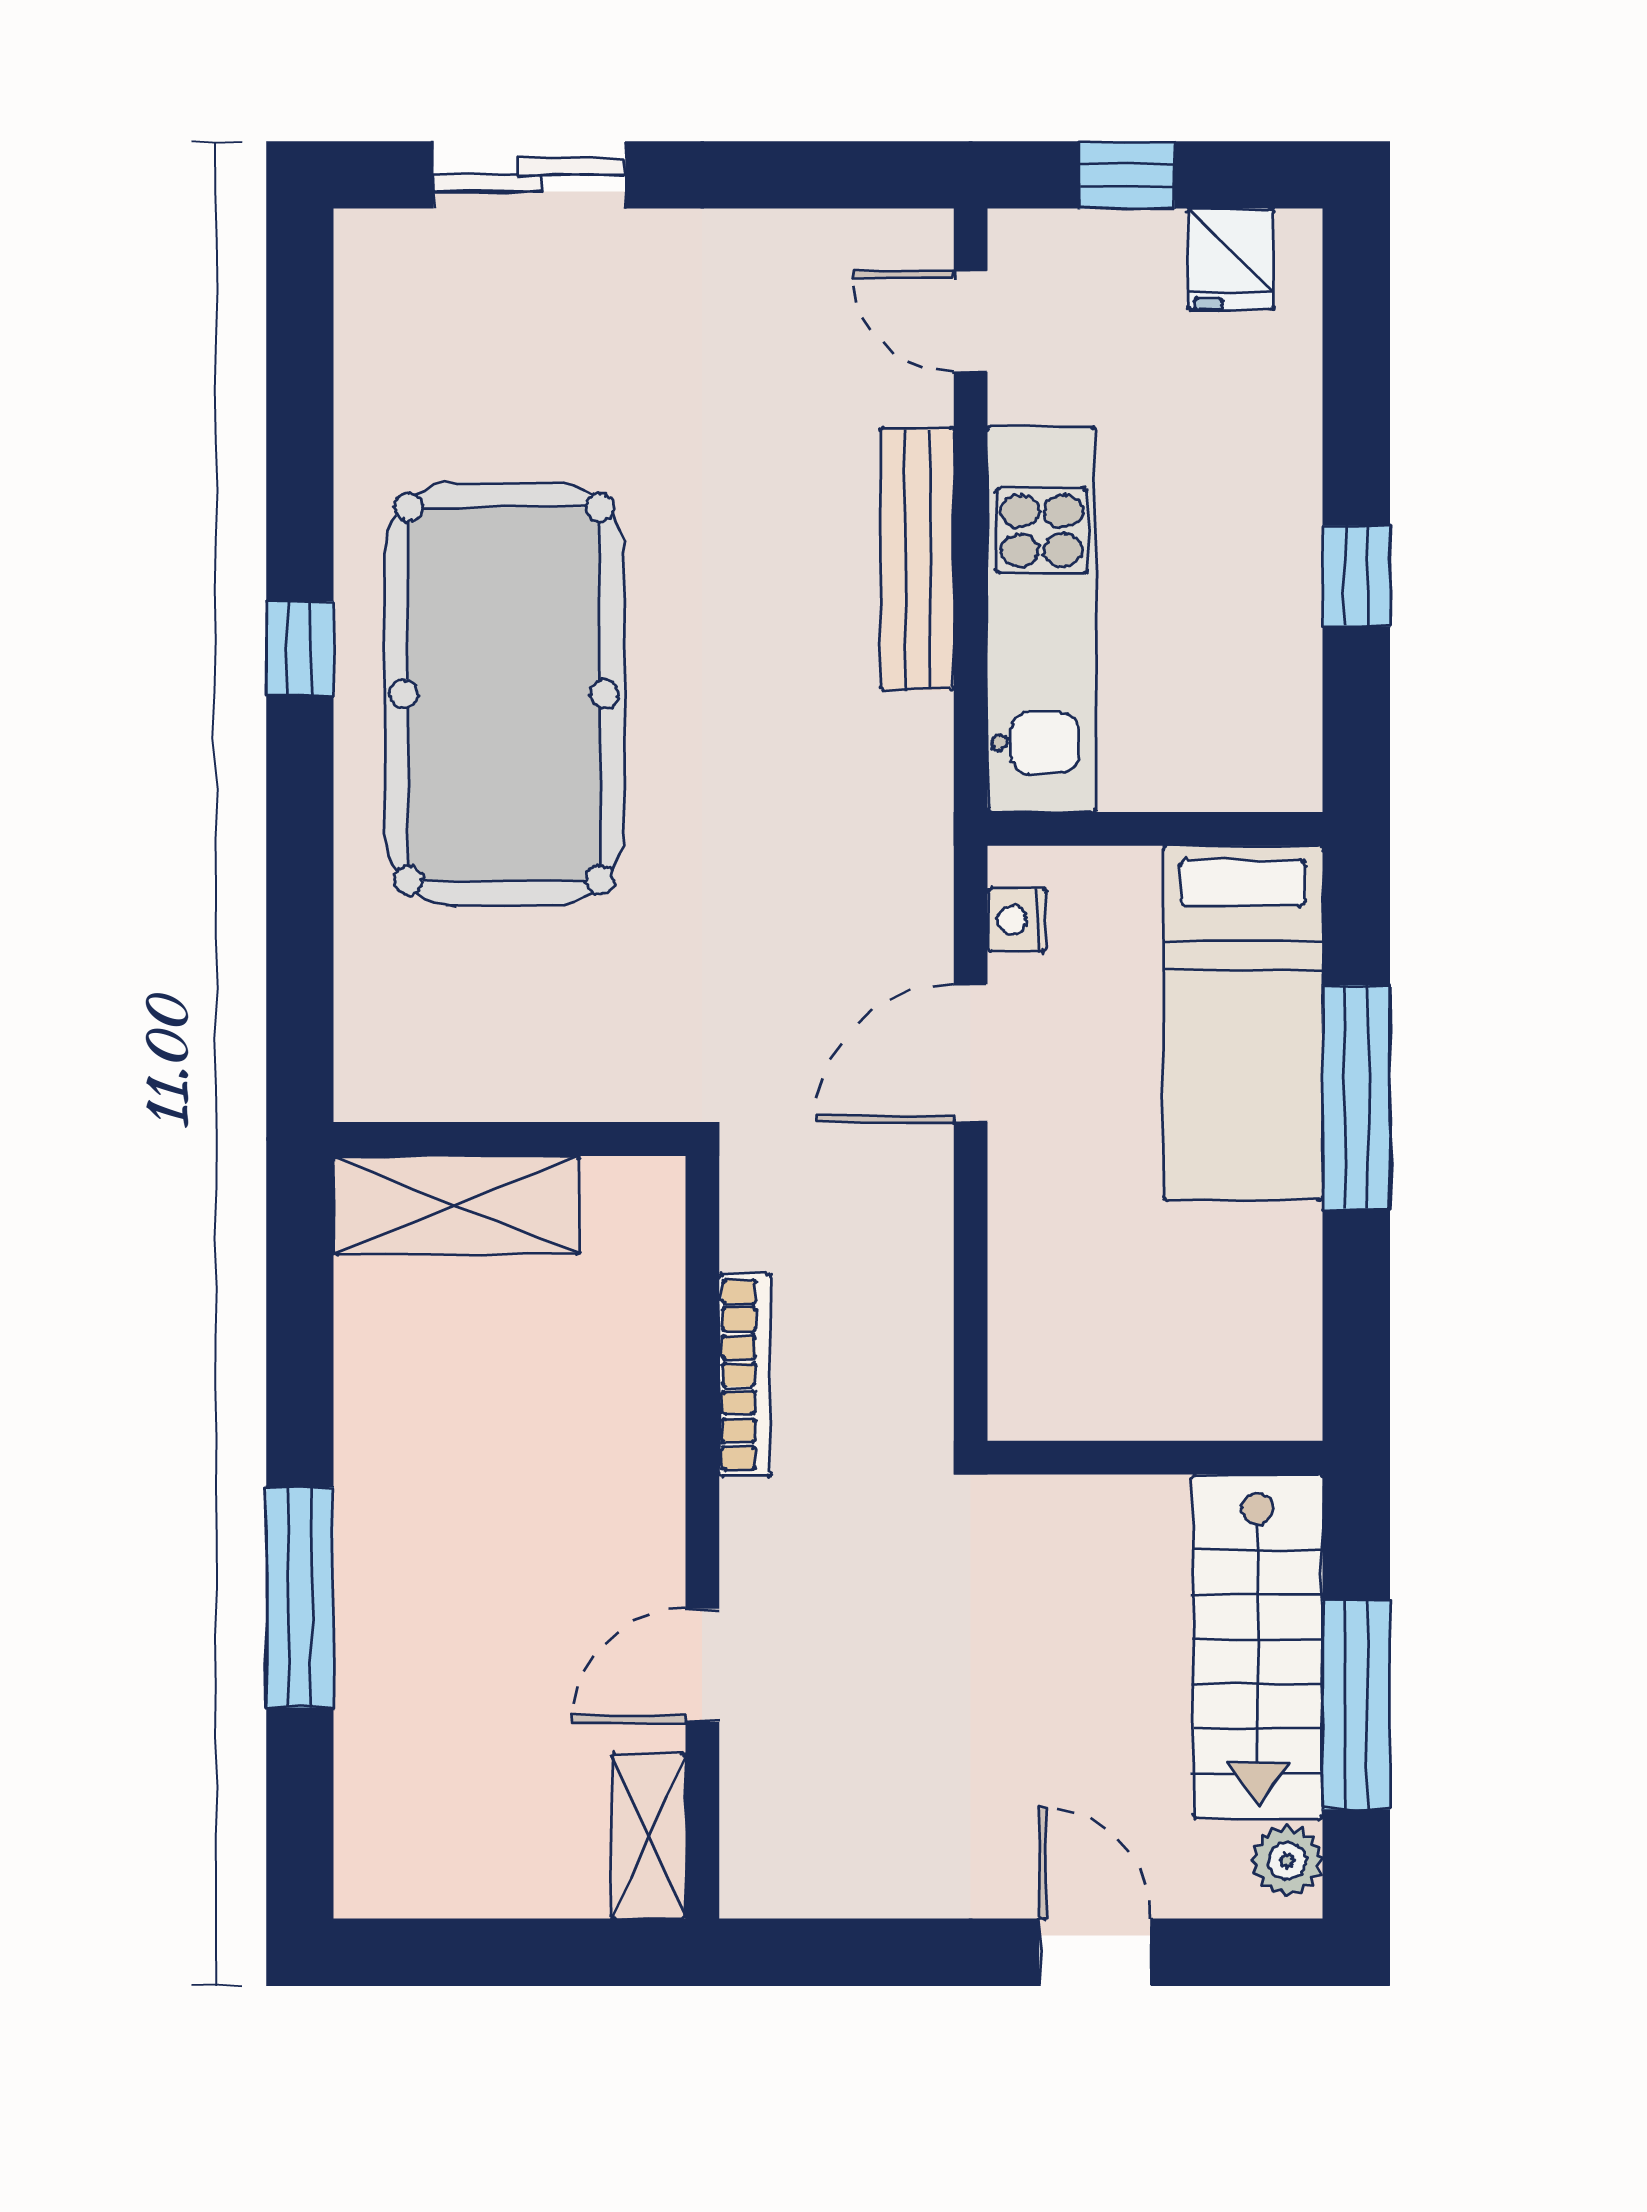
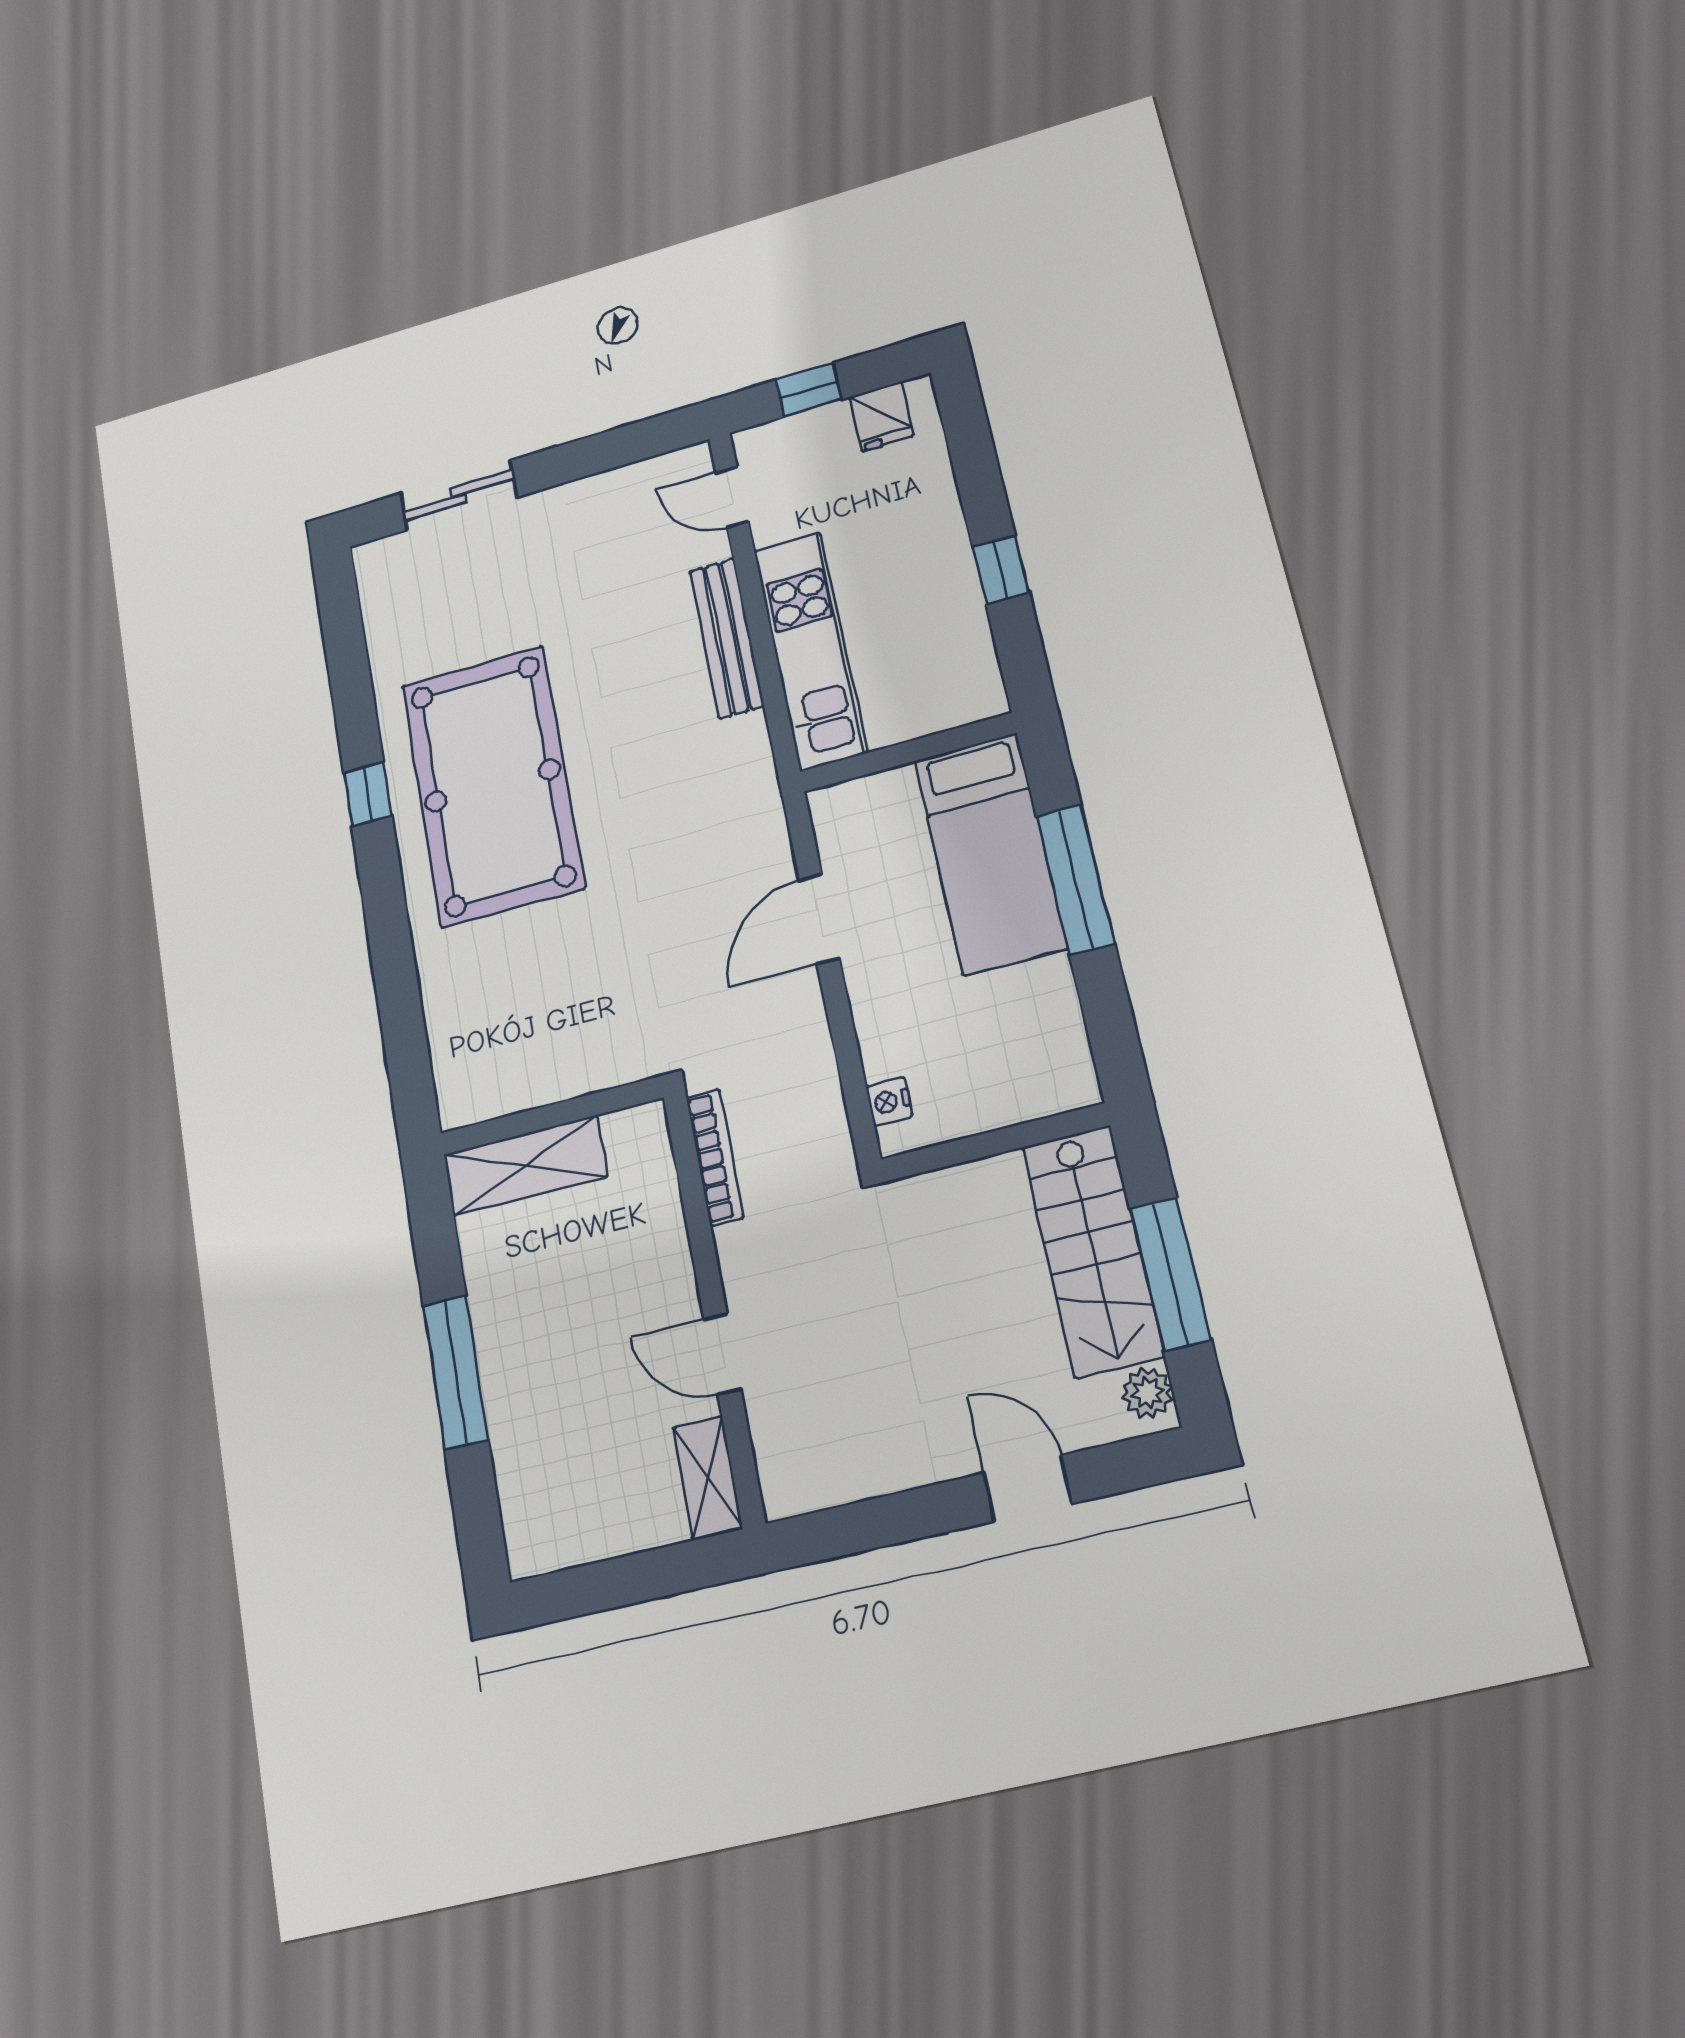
nightstand: (1017, 920) -> (889, 1101), moved
wall: (509, 1139) -> (551, 1116), moved
shelving: (457, 1205) -> (525, 1165), moved
door: (702, 1665) -> (722, 1354), hinge flipped

